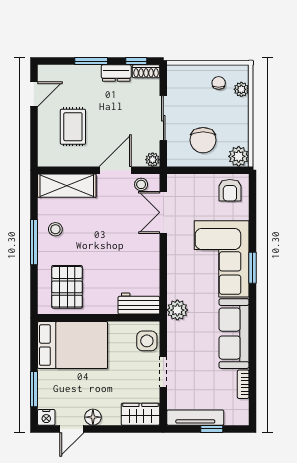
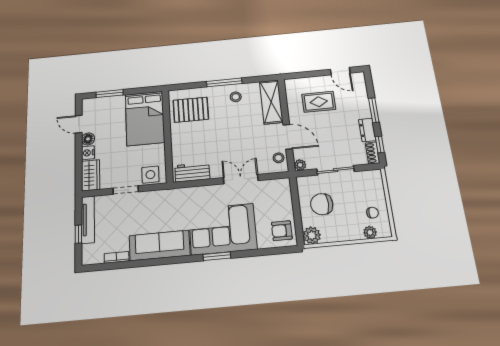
double door: (163, 212) -> (241, 179), moved
workbench: (139, 303) -> (192, 172), moved, turned -90
plant: (177, 310) -> (177, 197), removed
nightstand: (46, 417) -> (88, 153), moved

